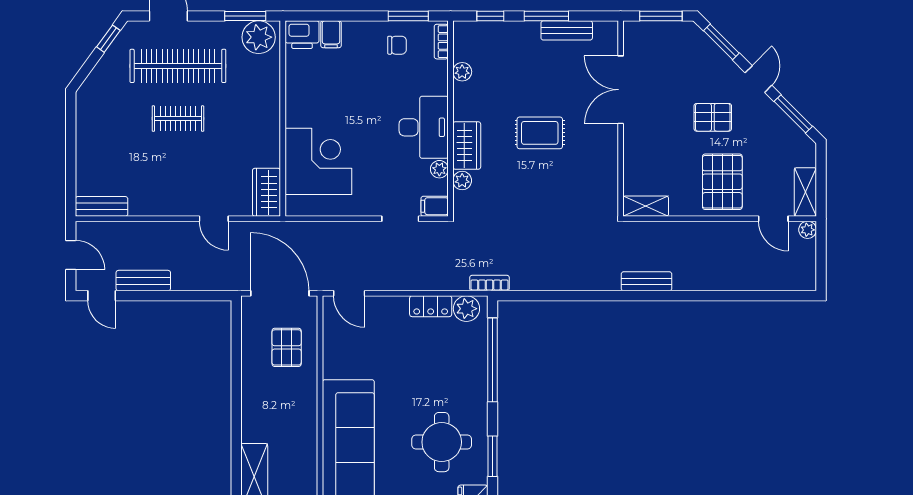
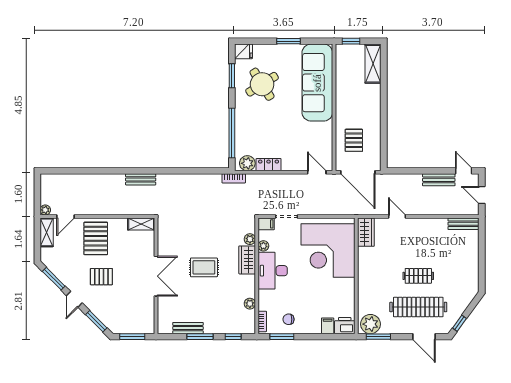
double door: (621, 90) -> (156, 276), moved
corner desk: (318, 161) -> (328, 250), width x1.36, depth x1.36
door: (773, 219) -> (66, 217), swing flipped
round table: (442, 442) -> (262, 84), turned -32

